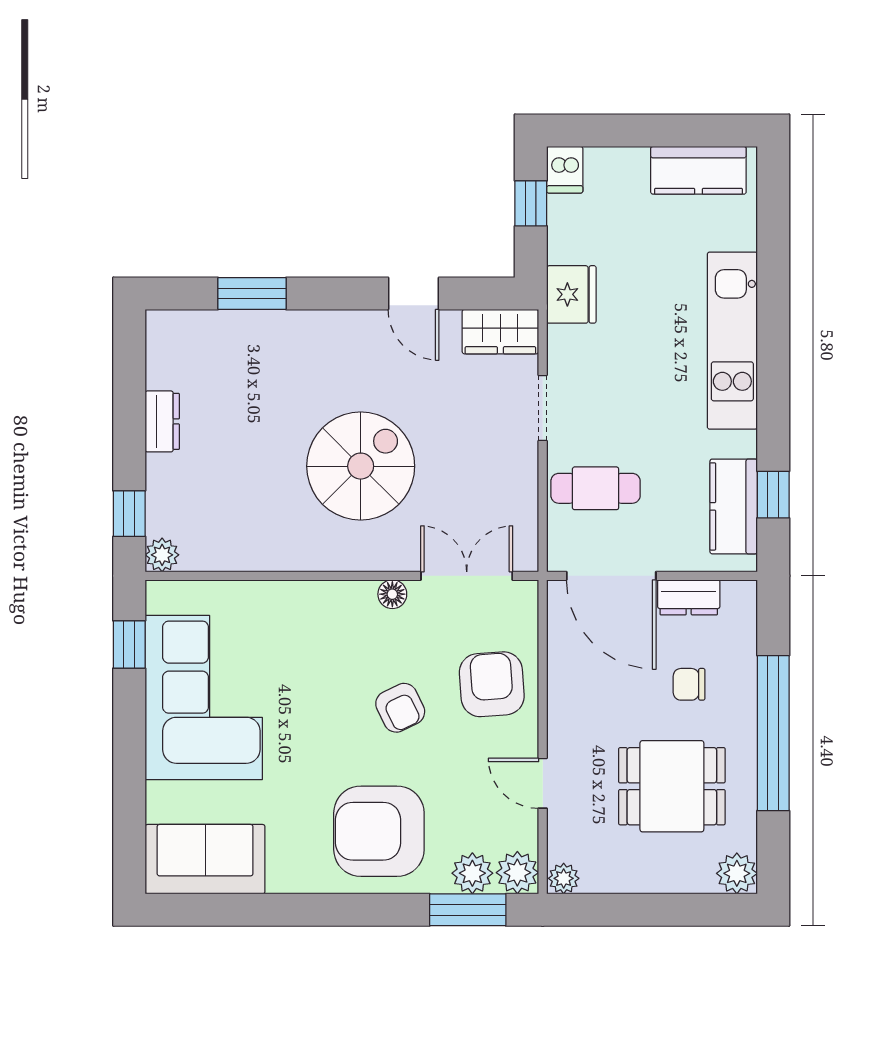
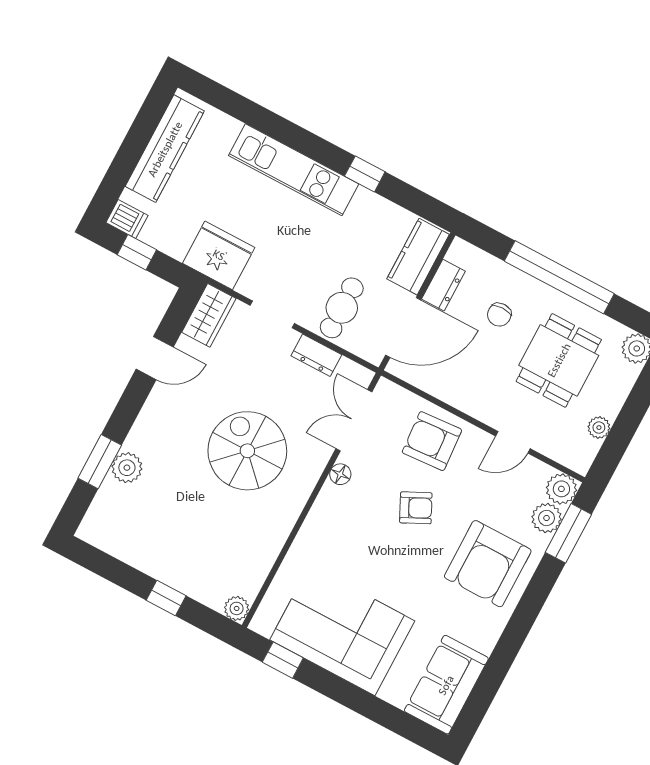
kitchen counter: (698, 170) -> (165, 149), width x1.50
fridge: (571, 294) -> (219, 255), width x1.36, depth x1.34
plant: (262, 330) -> (127, 468), added
dresser: (162, 421) -> (316, 355), moved, turned 180
window: (773, 495) -> (365, 174), moved
kitchen counter: (734, 506) -> (418, 257), moved, turned 90
window: (129, 514) -> (166, 598), moved
plant: (564, 878) -> (599, 428), moved

